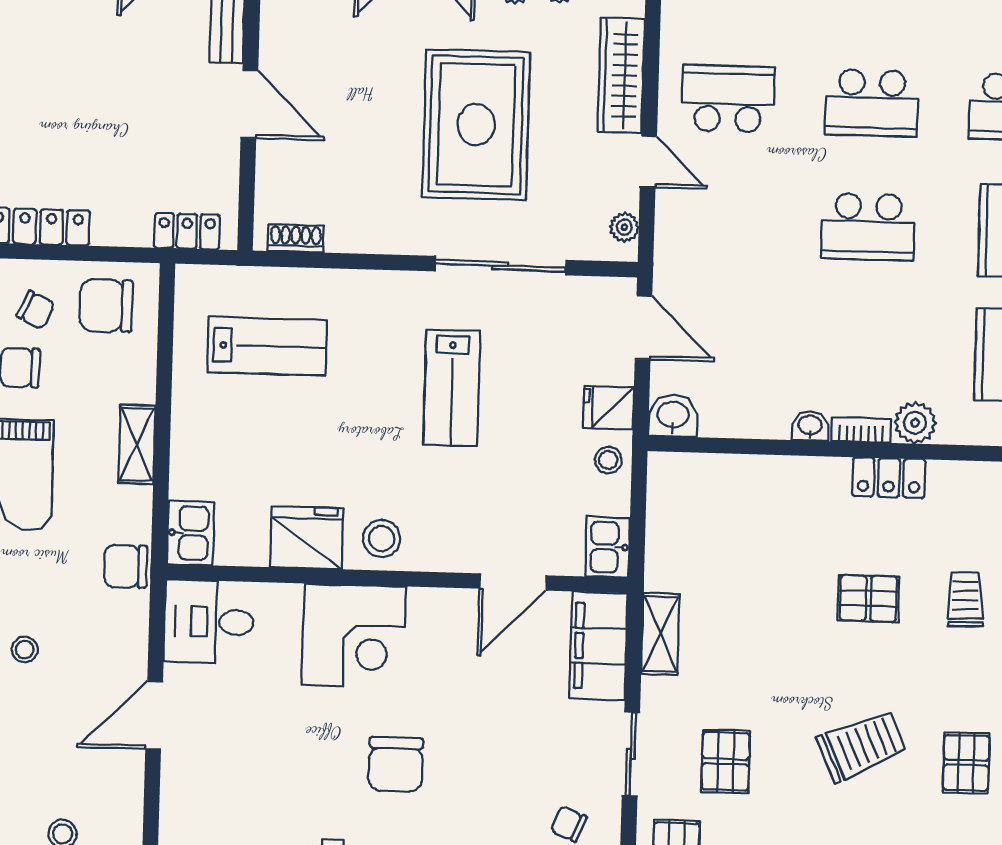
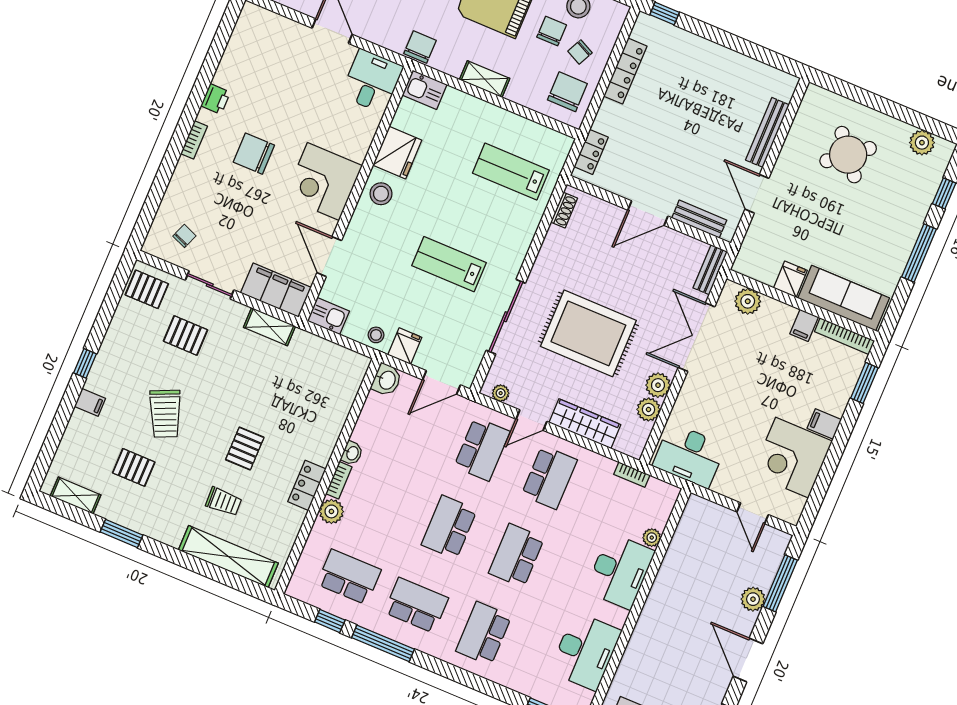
school desk: (724, 223) -> (482, 449), added
lab bench: (267, 346) -> (511, 172), turned 90
corner desk: (354, 636) -> (323, 182), moved

